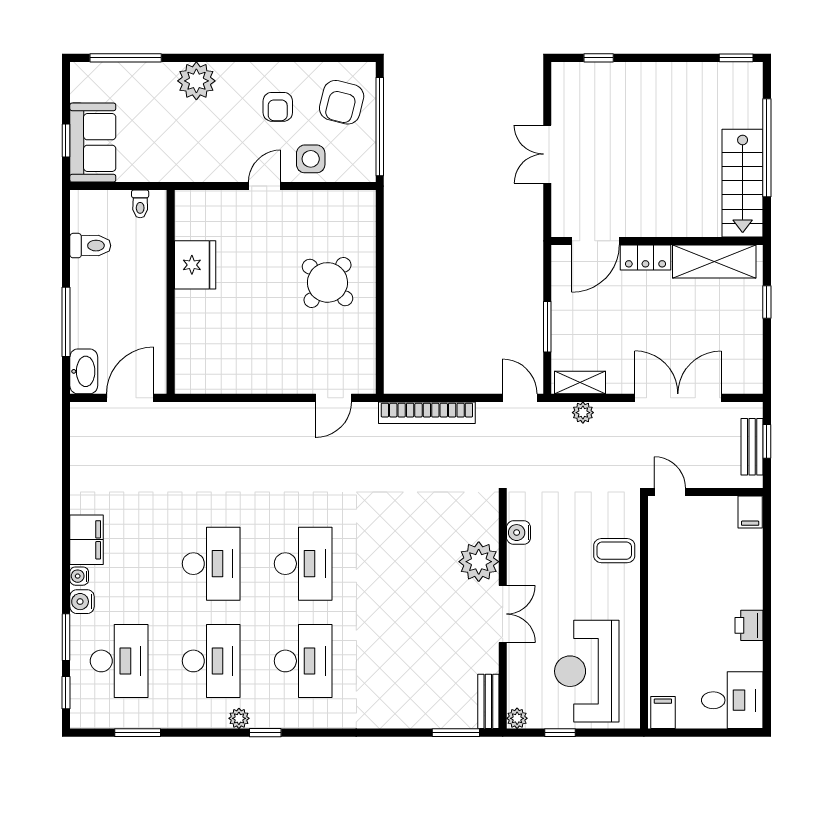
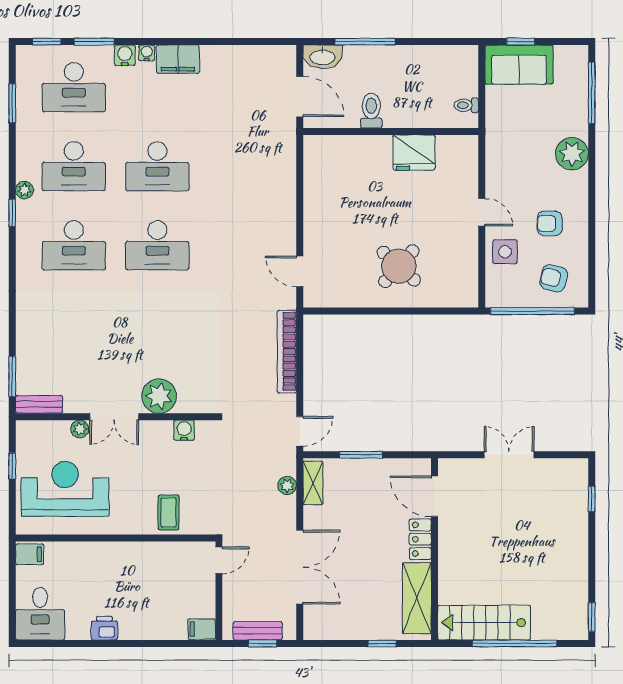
armchair: (342, 102) -> (554, 278), width x0.72, depth x0.72
toilet: (90, 246) -> (371, 111), moved, turned 180
plant: (517, 718) -> (80, 429), moved

